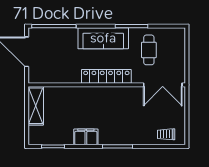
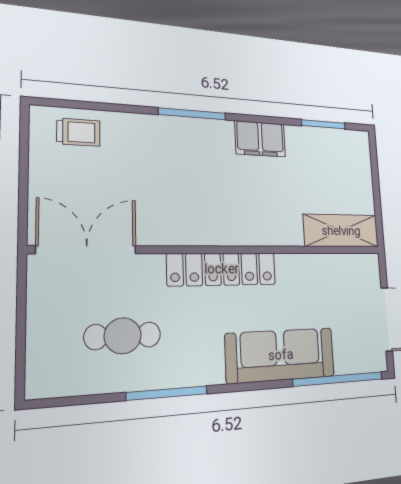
sofa: (103, 38) -> (281, 355), moved
cafe table: (149, 50) -> (123, 336), turned 90
shelving: (36, 106) -> (341, 231), moved, turned 90

